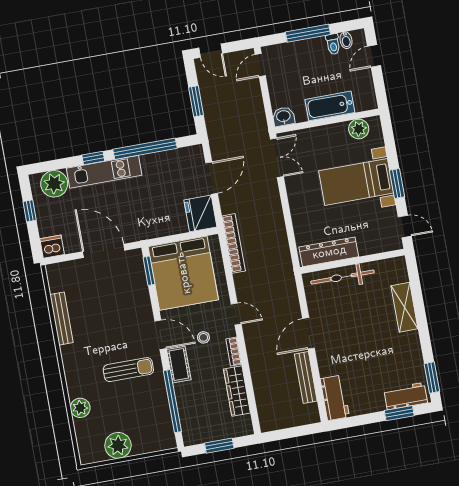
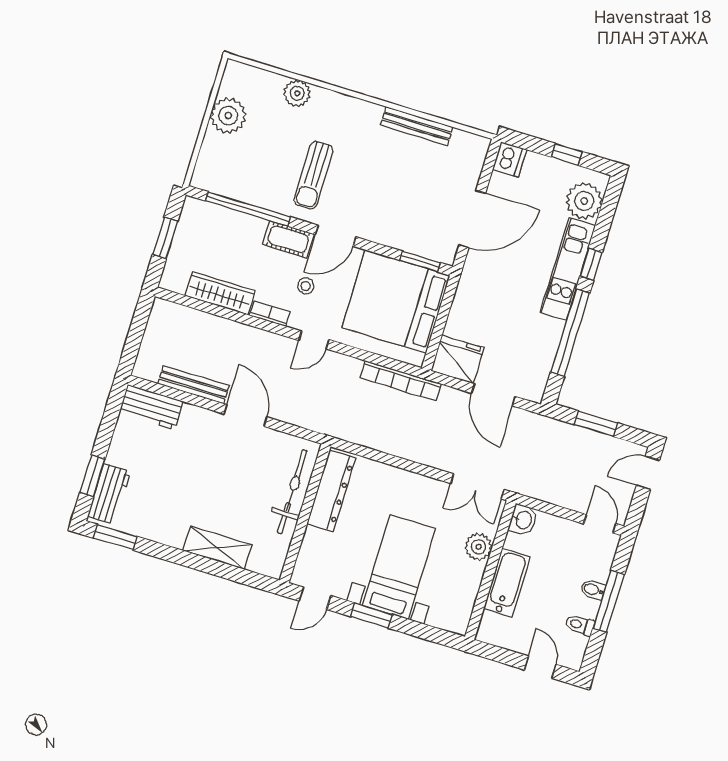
bidet: (346, 40) -> (593, 590), moved
plant: (359, 129) -> (479, 547), moved

